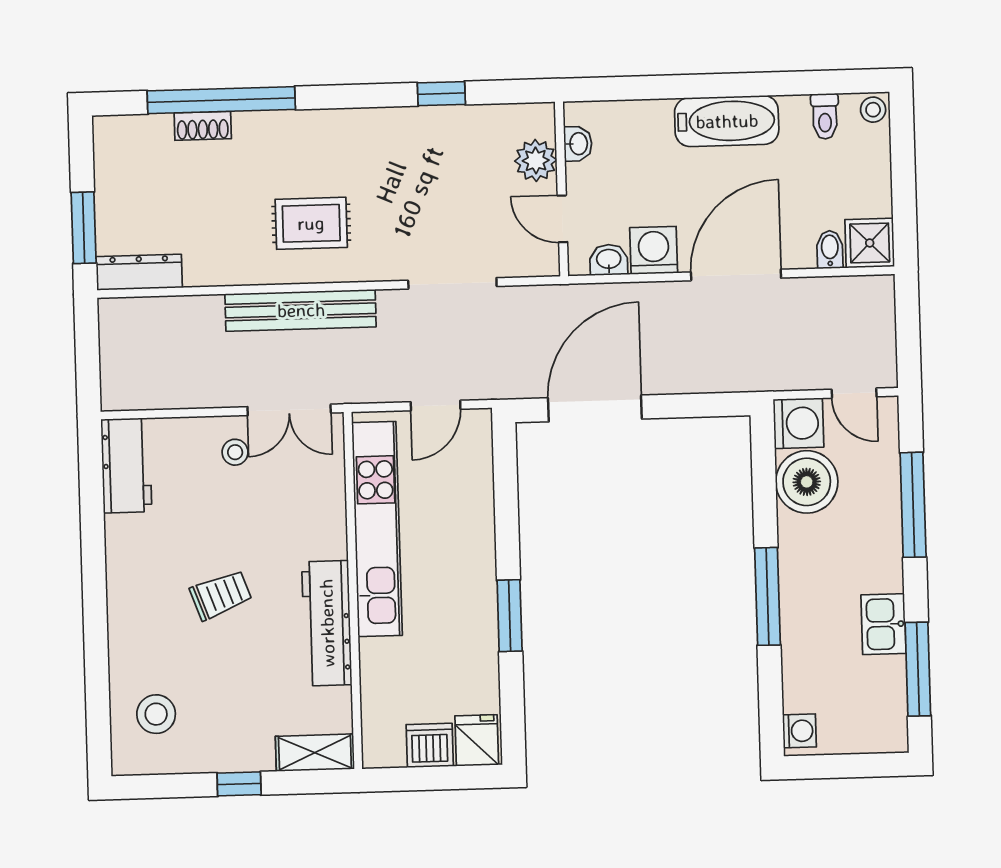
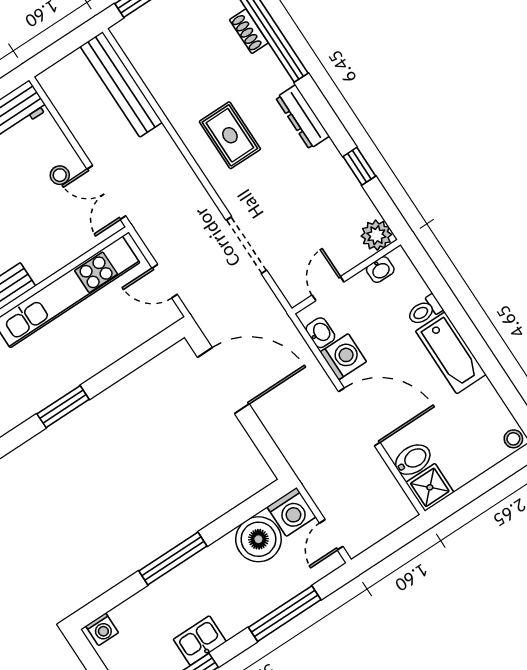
toilet: (825, 116) -> (425, 310), moved
plant: (536, 160) -> (376, 235), moved
bidet: (830, 250) -> (413, 460), width x1.38, depth x1.36
dresser: (139, 272) -> (303, 117), moved, turned 180
bench: (301, 310) -> (121, 84), moved

